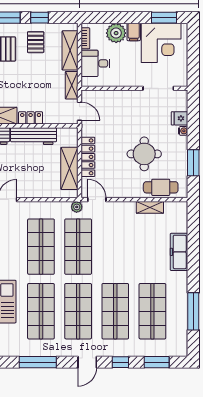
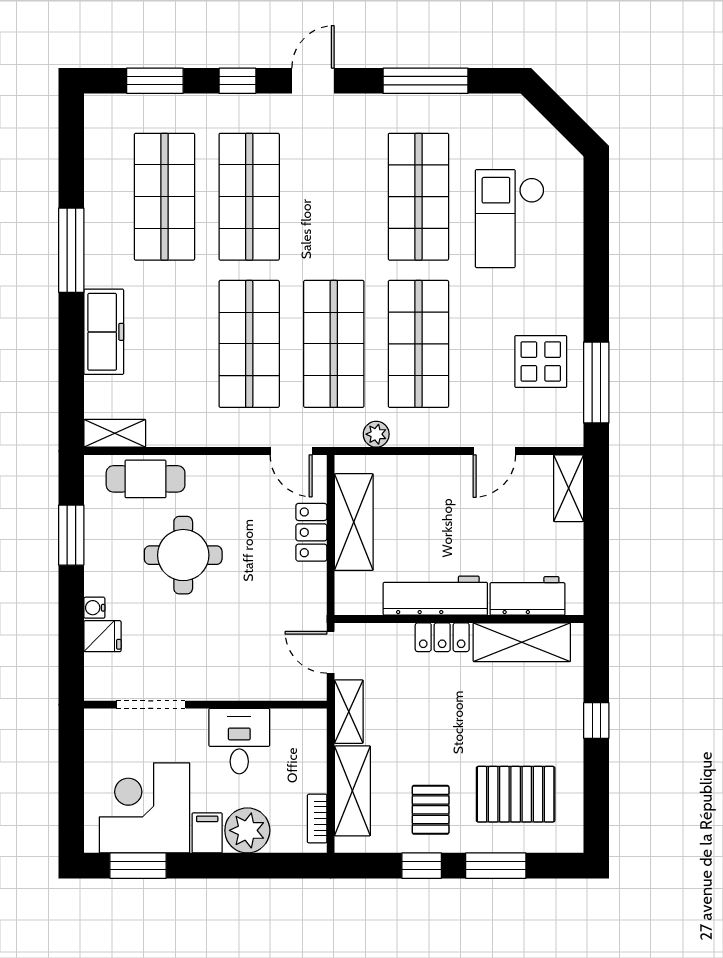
desk: (96, 63) -> (239, 741), moved, turned -90
locker: (88, 157) -> (311, 532), width x0.66
plant: (77, 207) -> (376, 434), moved
shelving: (150, 207) -> (115, 433), moved
shop shelf: (78, 311) -> (249, 344), moved
window: (193, 311) -> (71, 250), moved

